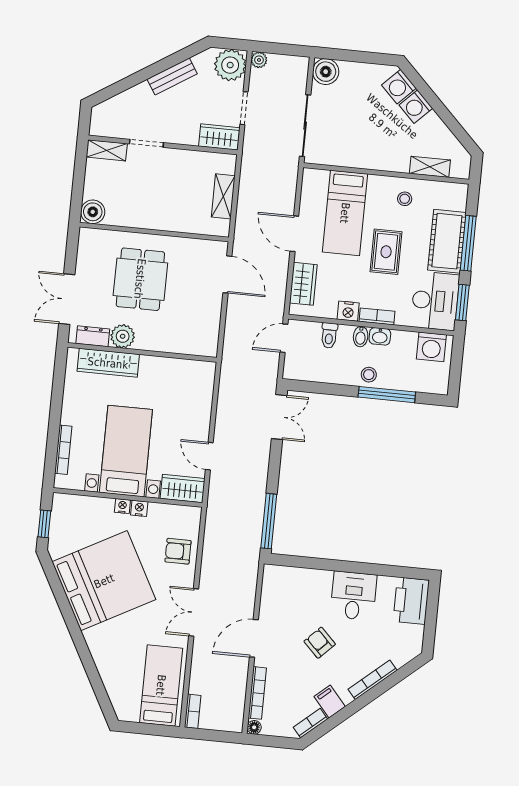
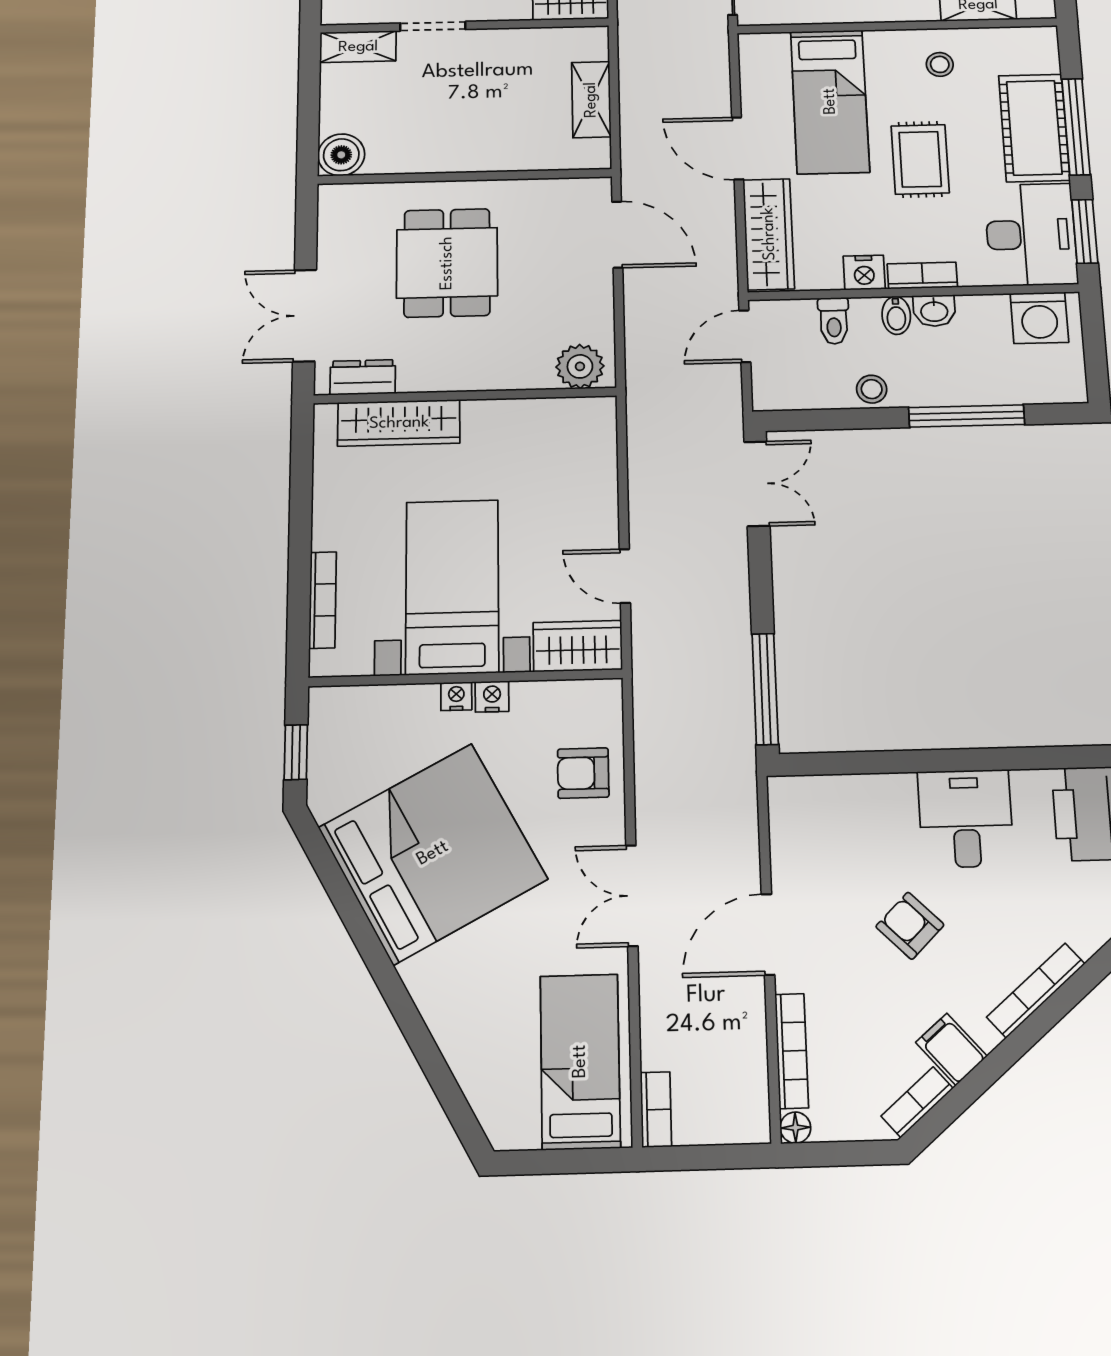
wardrobe: (303, 284) -> (769, 234), width x1.50
plant: (123, 336) -> (580, 366), moved
stool: (369, 375) -> (872, 389), moved

